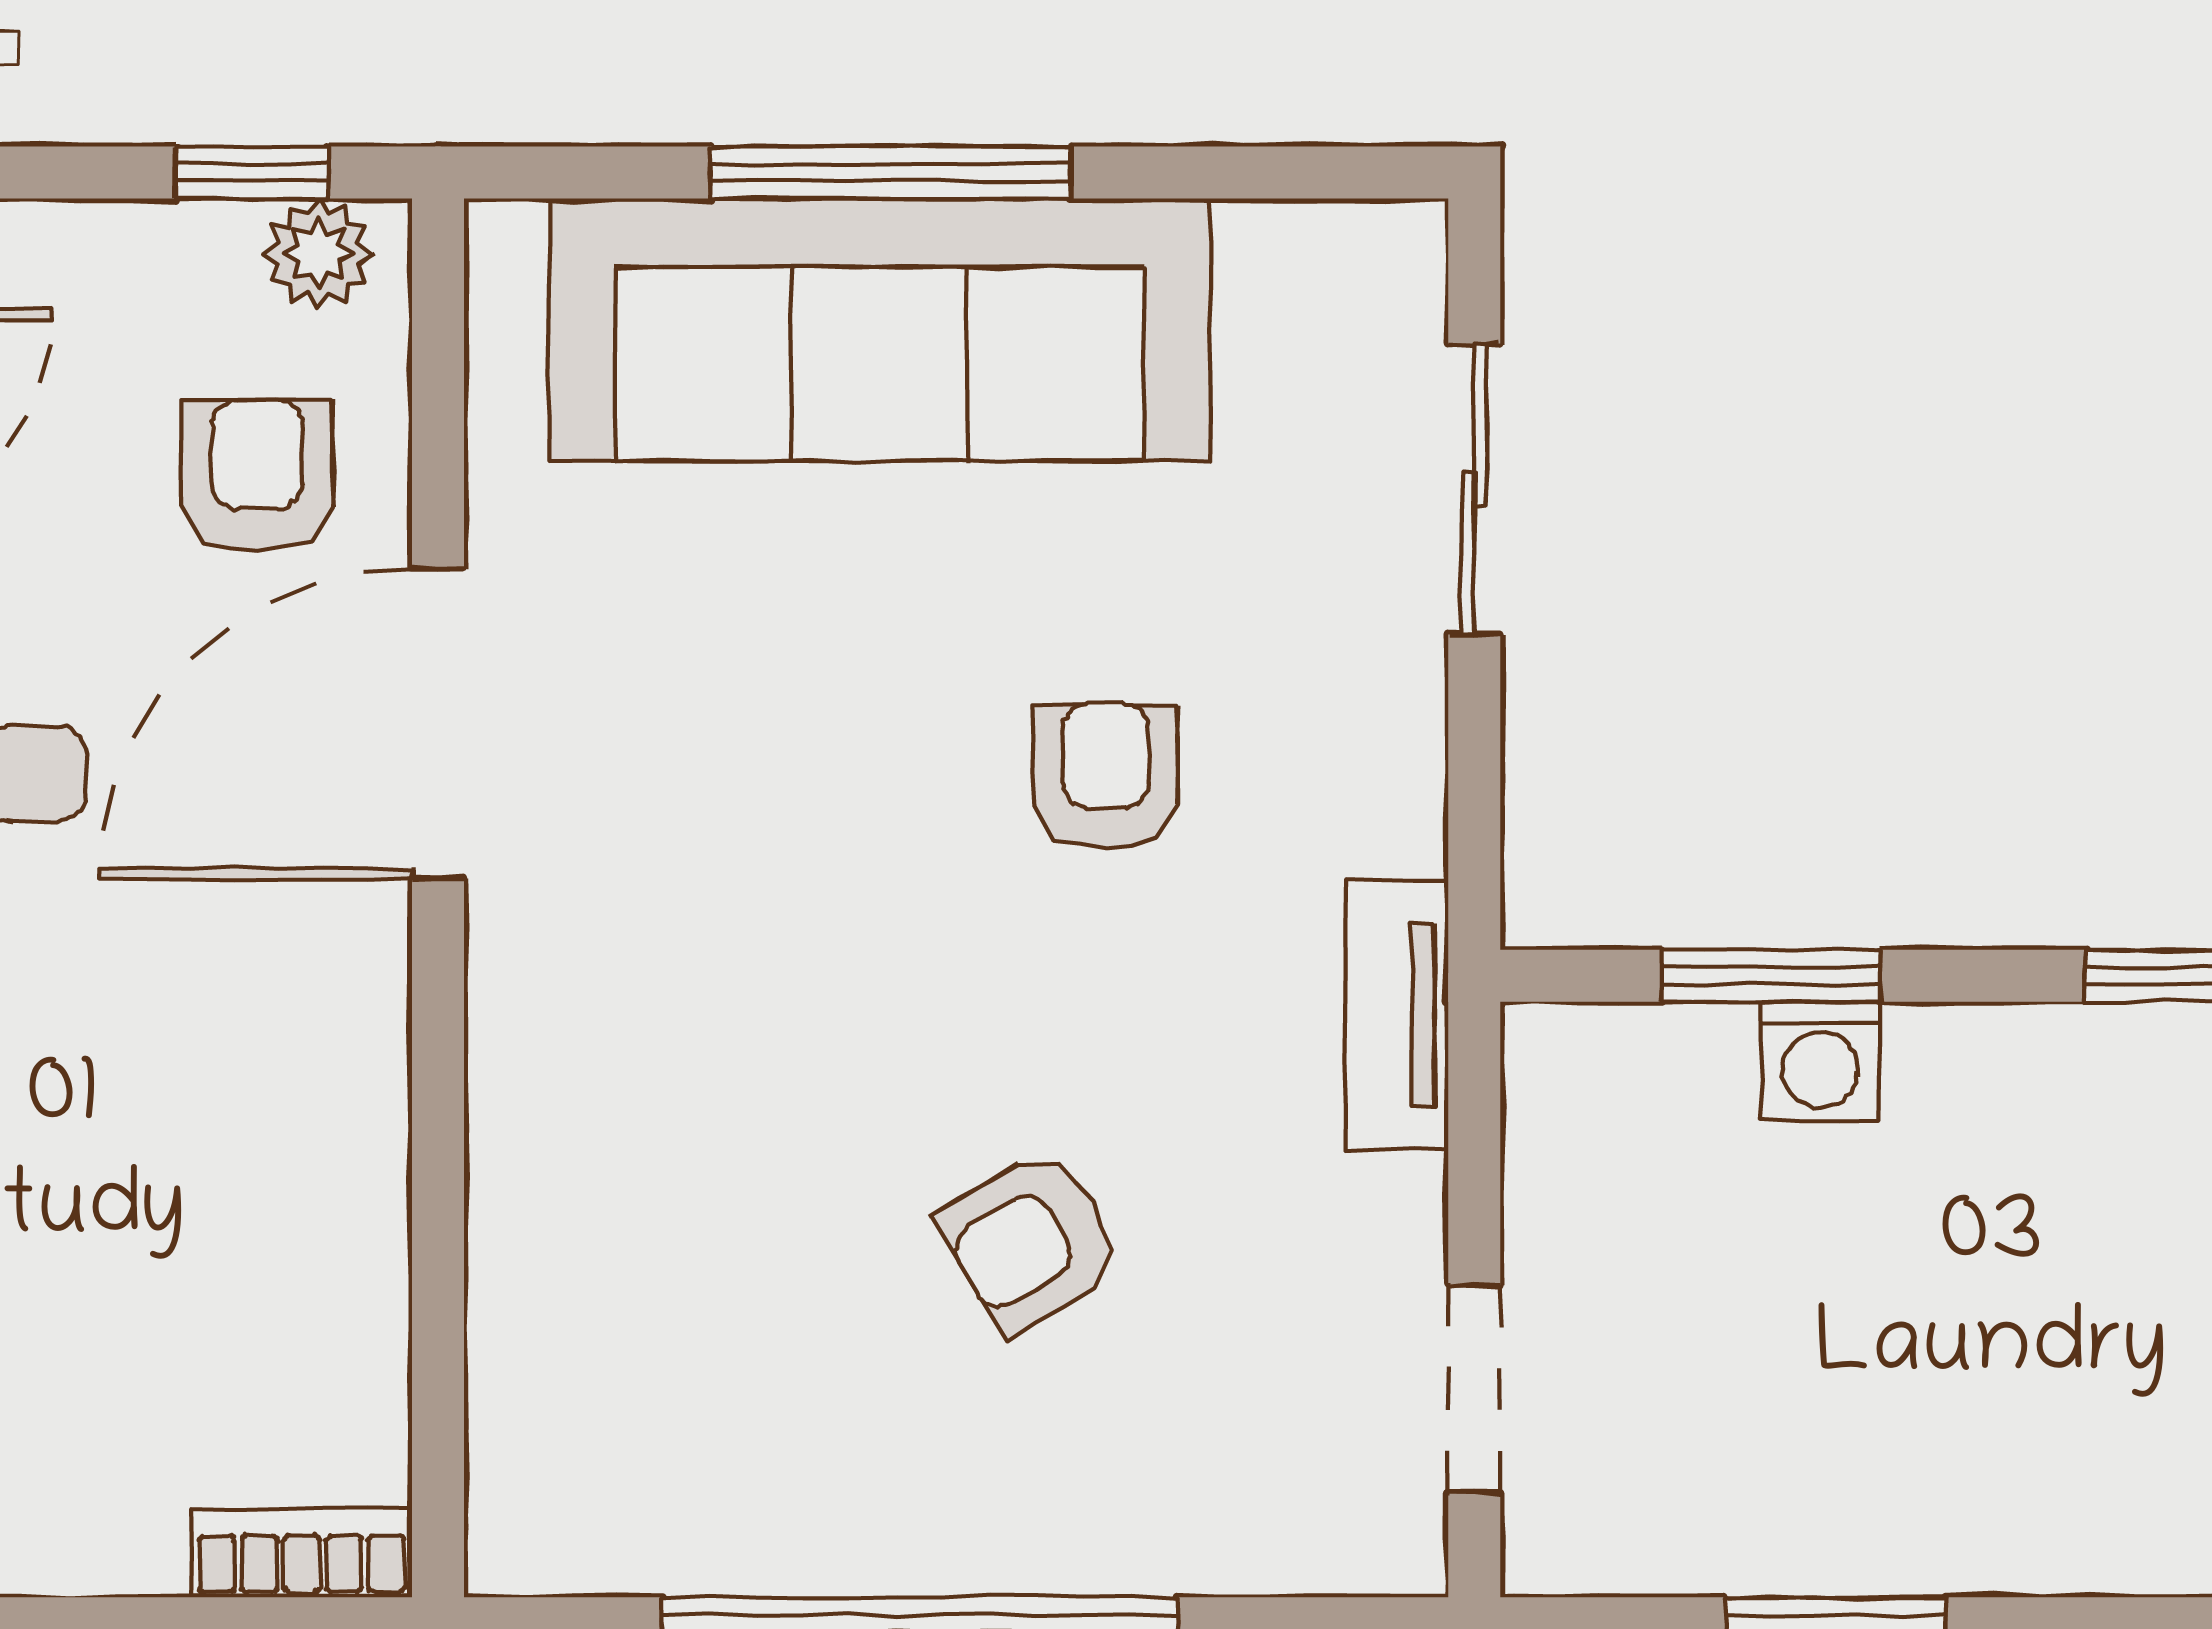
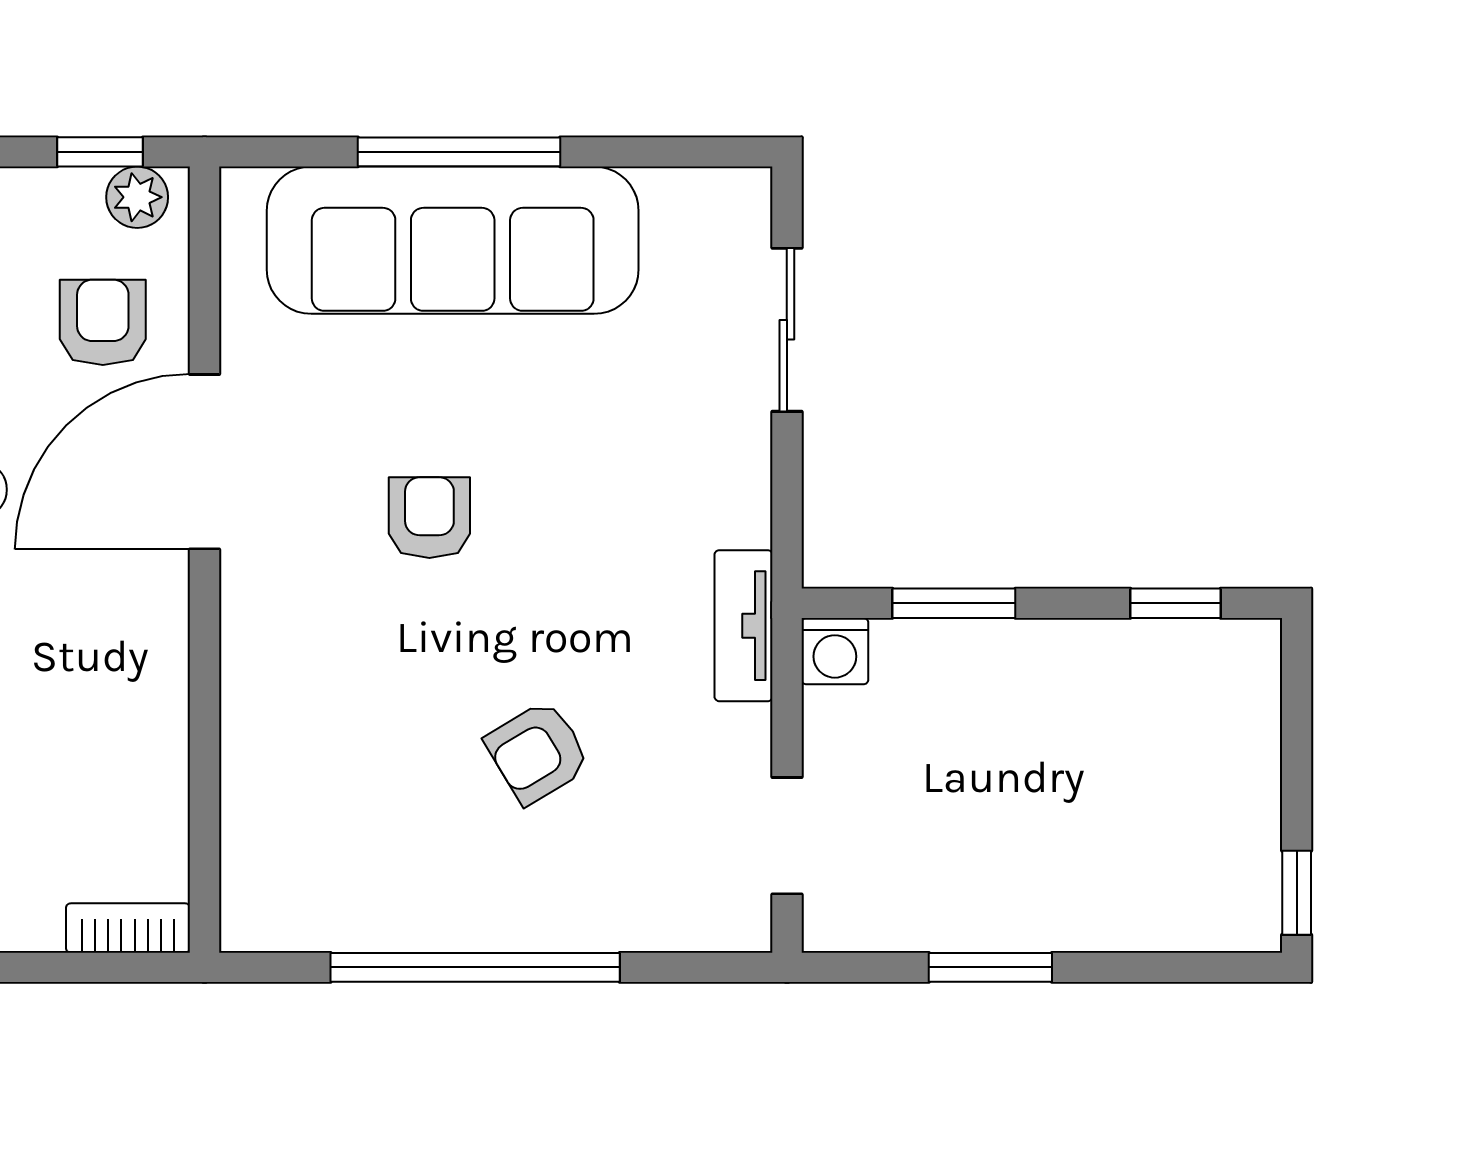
armchair: (1106, 776) -> (429, 518), moved
washing machine: (1820, 1061) -> (835, 651), moved

